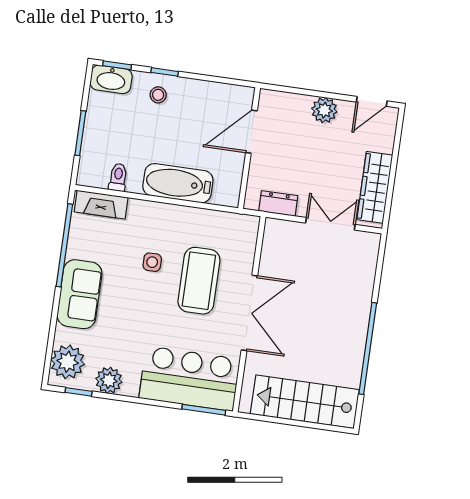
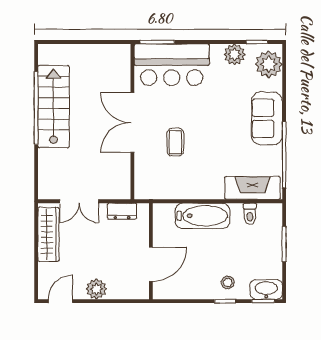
fireplace: (101, 205) -> (252, 188), width x1.37, depth x1.32
side table: (152, 262) -> (214, 151), removed
coffee table: (199, 281) -> (175, 142), width x0.54, depth x0.58
stairs: (305, 402) -> (54, 107), moved, turned -90

